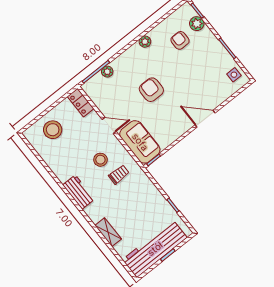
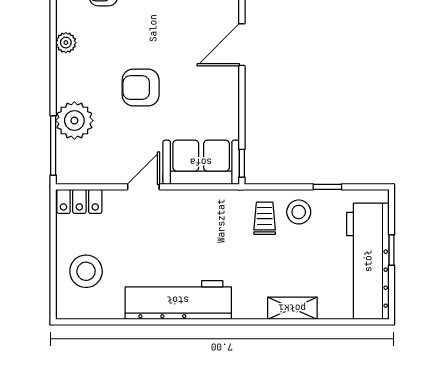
plant: (107, 72) -> (74, 121), width x1.87, depth x1.87
stool: (100, 160) -> (299, 212), moved
trolley: (119, 174) -> (265, 218), moved
workbench: (79, 192) -> (178, 300), width x1.88, depth x1.32

